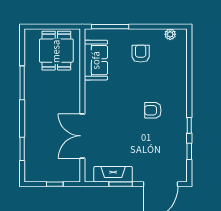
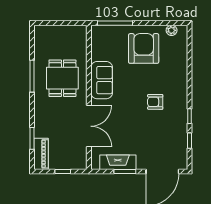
dining table: (56, 51) -> (62, 78), moved
armchair: (141, 54) -> (144, 48), width x1.88, depth x1.88
sofa: (96, 60) -> (102, 80), moved
double door: (82, 136) -> (89, 126), swing flipped
piano: (32, 165) -> (41, 154), added

